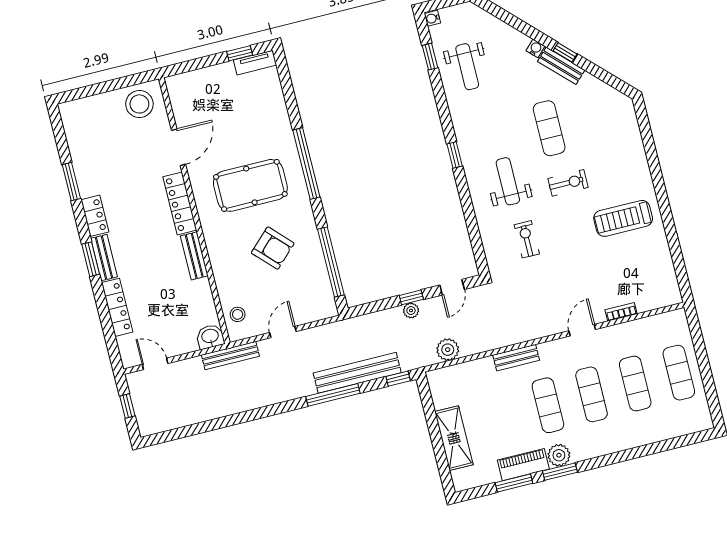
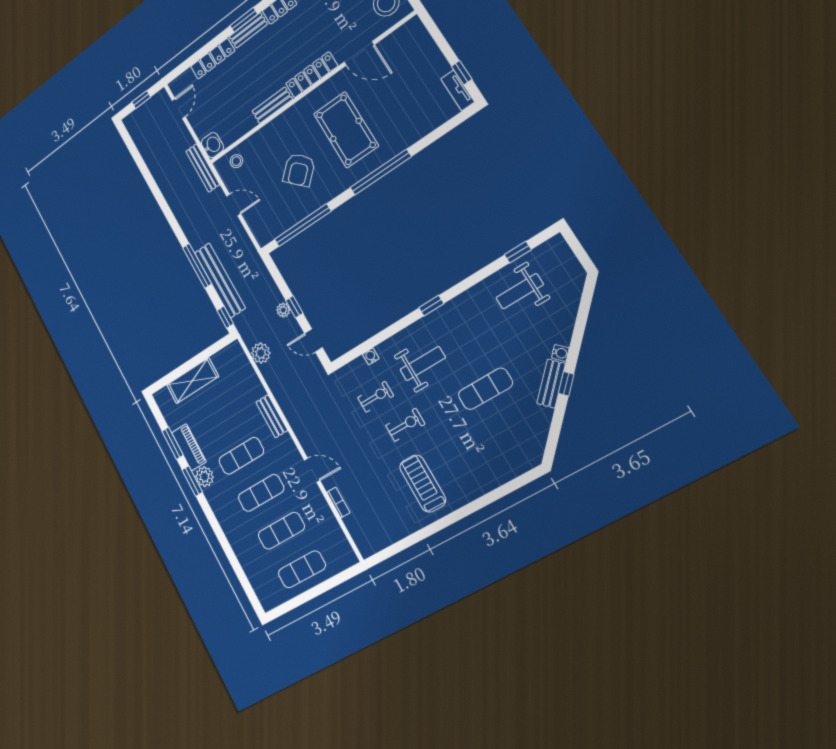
water cooler: (432, 18) -> (371, 356), moved
exercise bike: (568, 183) -> (405, 425), moved, turned -90

